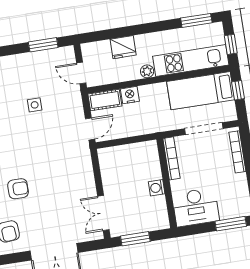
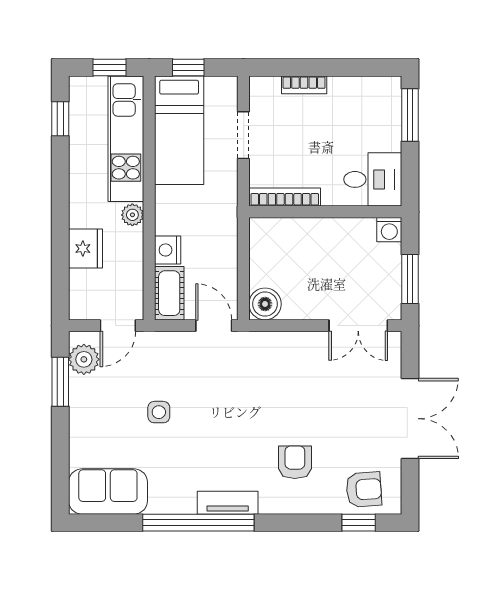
window: (196, 20) -> (60, 119), width x0.67
plant: (58, 56) -> (84, 359), added
doorway: (204, 129) -> (243, 135), width x0.73
bookcase: (237, 152) -> (304, 85), width x0.64
boiler: (107, 157) -> (265, 304), added
washing machine: (157, 188) -> (389, 230), moved
desk: (196, 207) -> (373, 179), width x0.73

